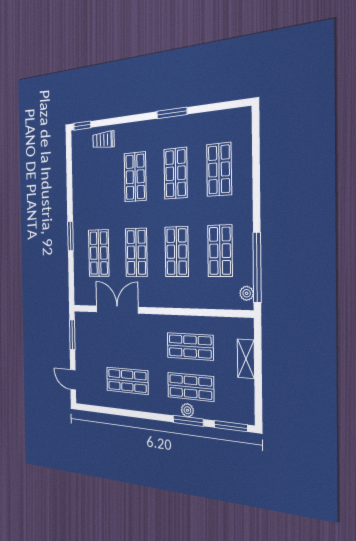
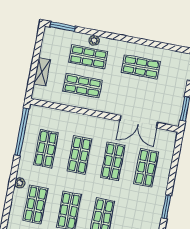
window: (70, 236) -> (166, 207), moved
plant: (247, 293) -> (20, 183), moved
window: (188, 421) -> (95, 33), removed

